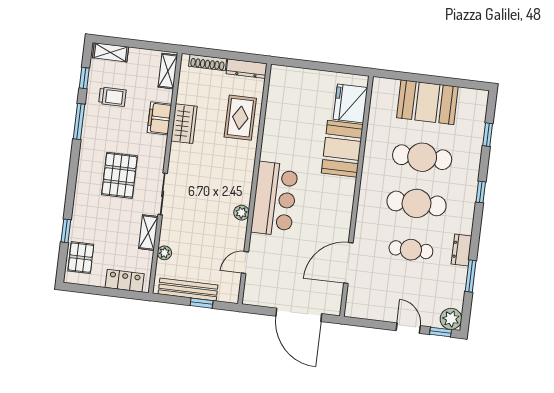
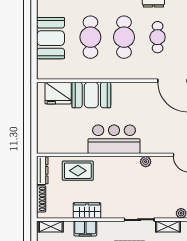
bar counter: (274, 199) -> (114, 139), moved

